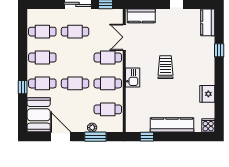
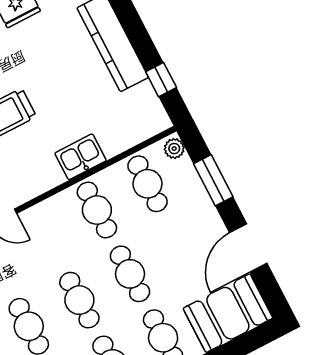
cafe table: (108, 58) -> (79, 300), moved
kitchen sink: (133, 77) -> (81, 157), moved
plant: (92, 128) -> (174, 149), moved

